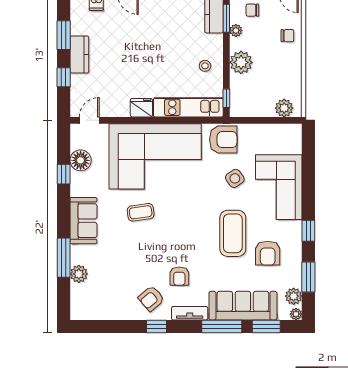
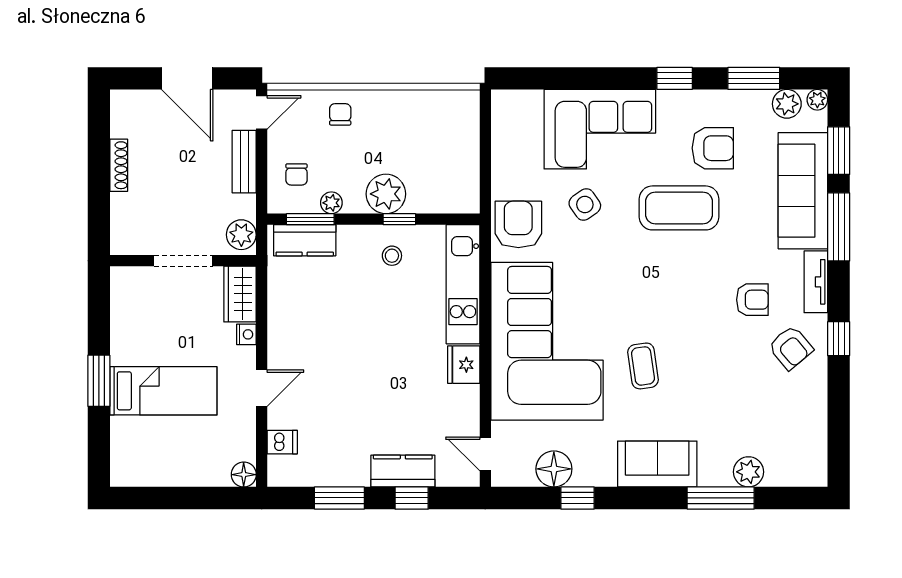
kitchen counter: (79, 54) -> (403, 471), moved
window: (226, 98) -> (399, 219), moved
plant: (284, 108) -> (464, 120), removed

